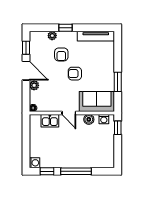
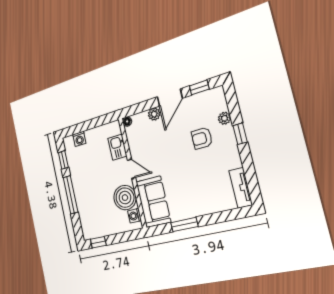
tv unit: (96, 36) -> (241, 188), width x0.71
armchair: (75, 74) -> (181, 164), removed
door: (69, 113) -> (132, 169), swing flipped
boiler: (89, 119) -> (125, 198), width x1.86, depth x1.86
window: (118, 128) -> (98, 242), moved
washing machine: (34, 163) -> (79, 139), moved

